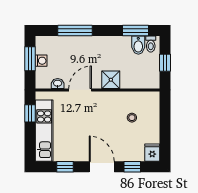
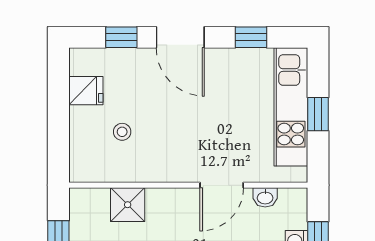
shower: (111, 80) -> (128, 205), moved
window: (30, 113) -> (318, 114), moved
fridge: (152, 153) -> (86, 91), moved, turned -90

